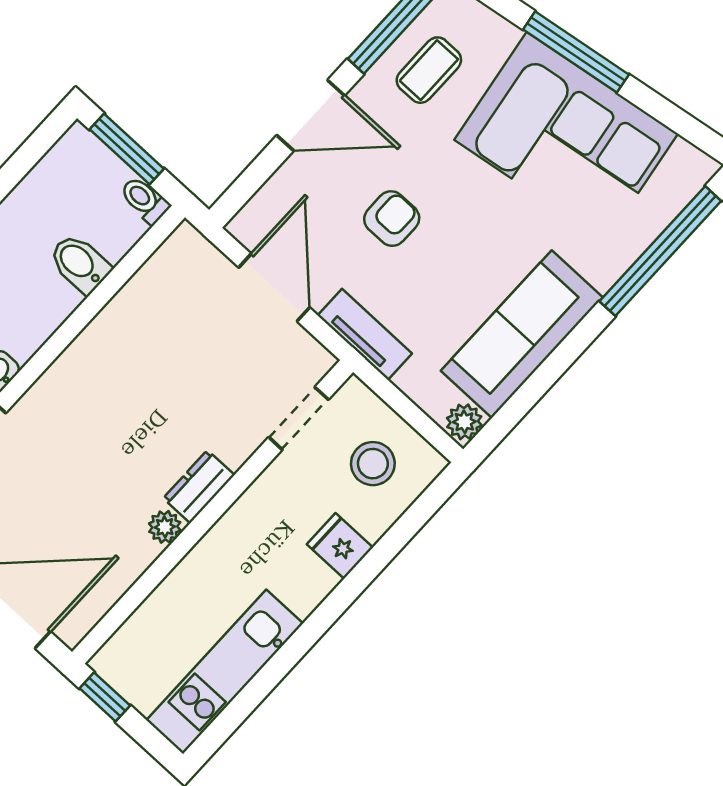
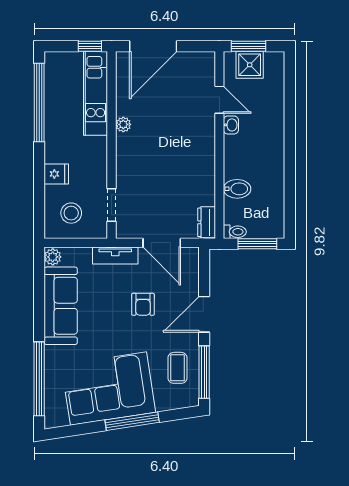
dresser: (199, 487) -> (207, 222), moved, turned 180
kitchen unit: (225, 672) -> (96, 93), moved, turned 180
window: (264, 682) -> (39, 103), added

